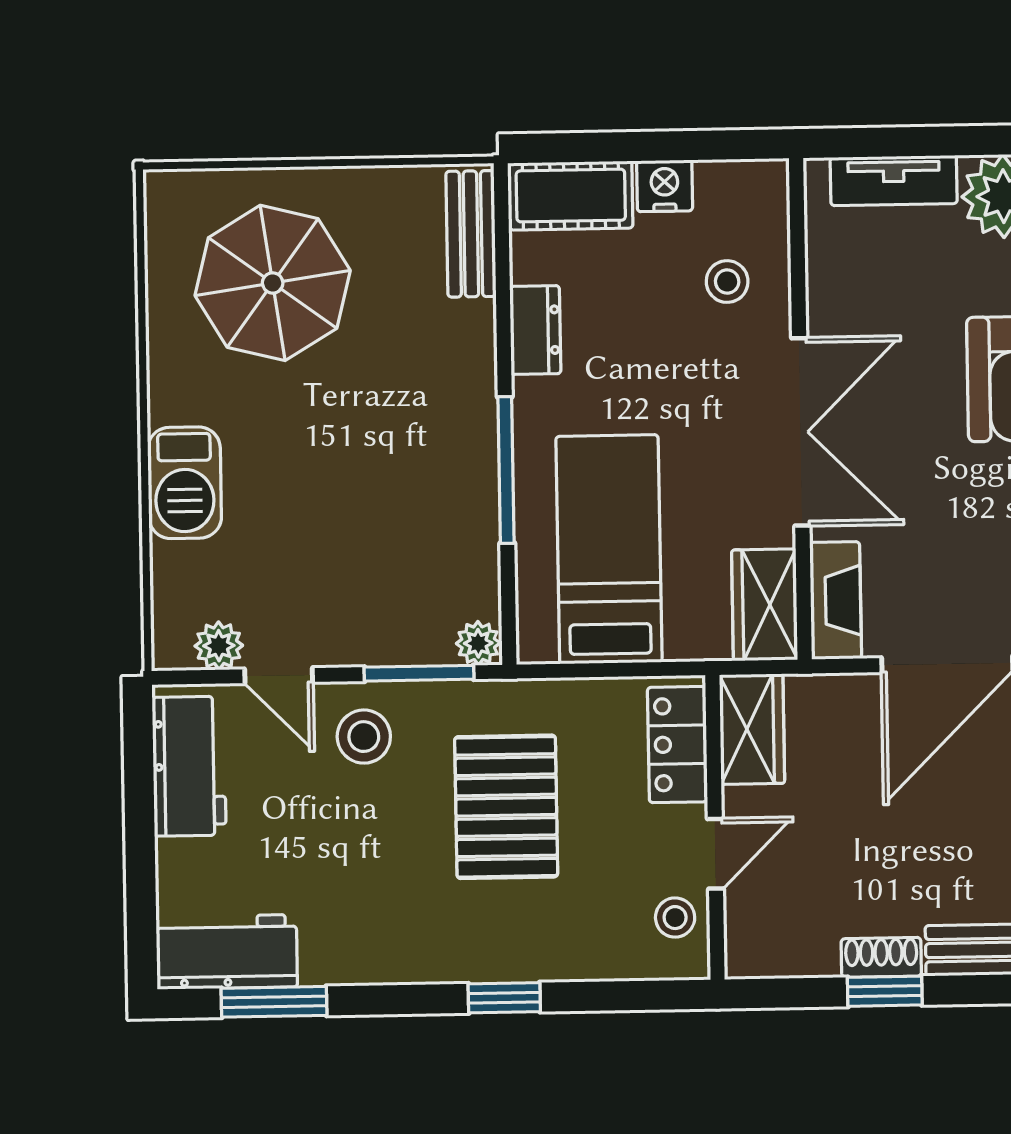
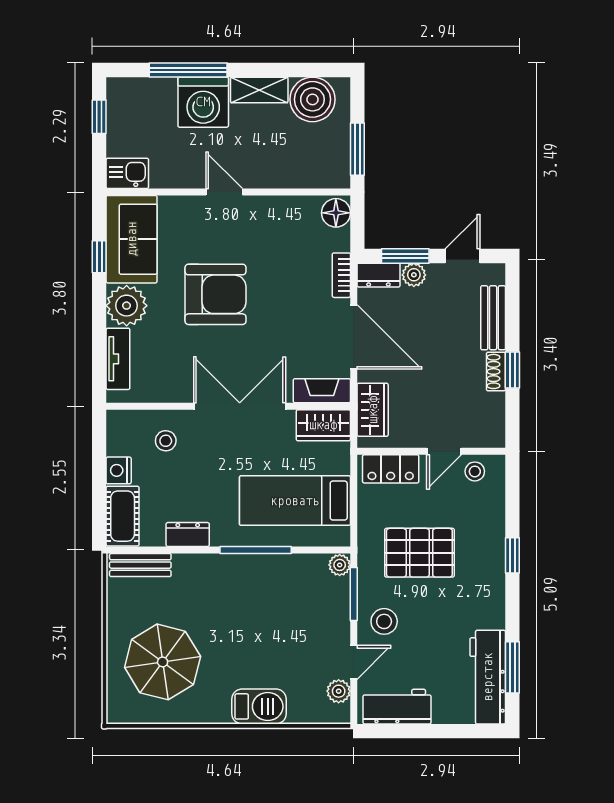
wardrobe: (752, 729) -> (373, 410), moved, turned 90
door: (715, 854) -> (444, 451), swing flipped
workbench: (227, 952) -> (488, 677), width x1.38

